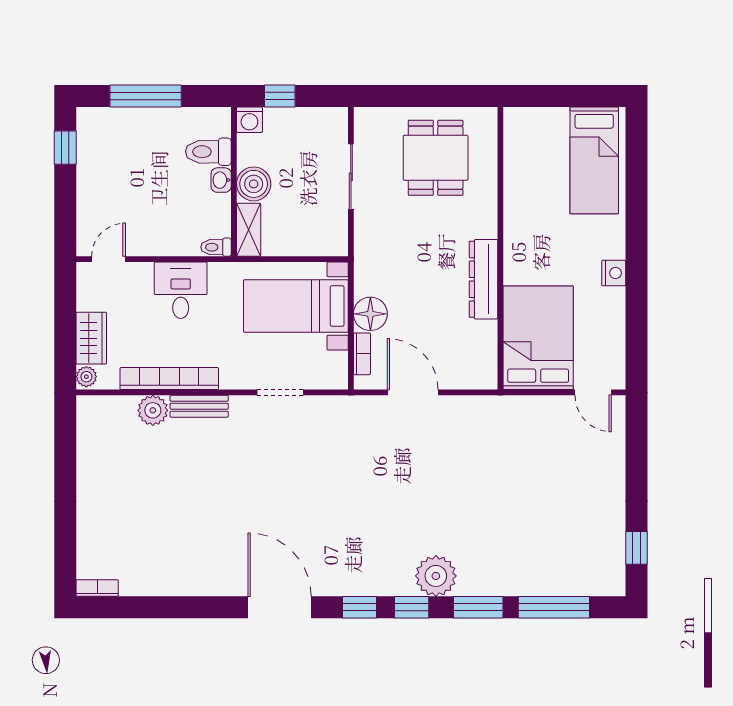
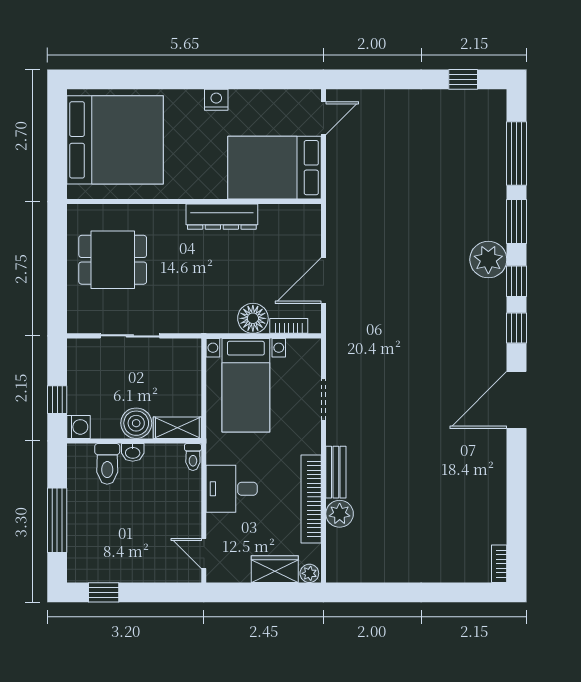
bed: (594, 160) -> (115, 140), width x2.04

